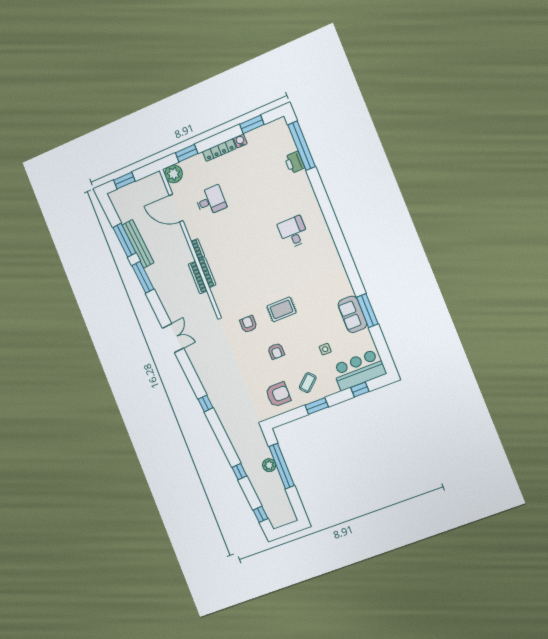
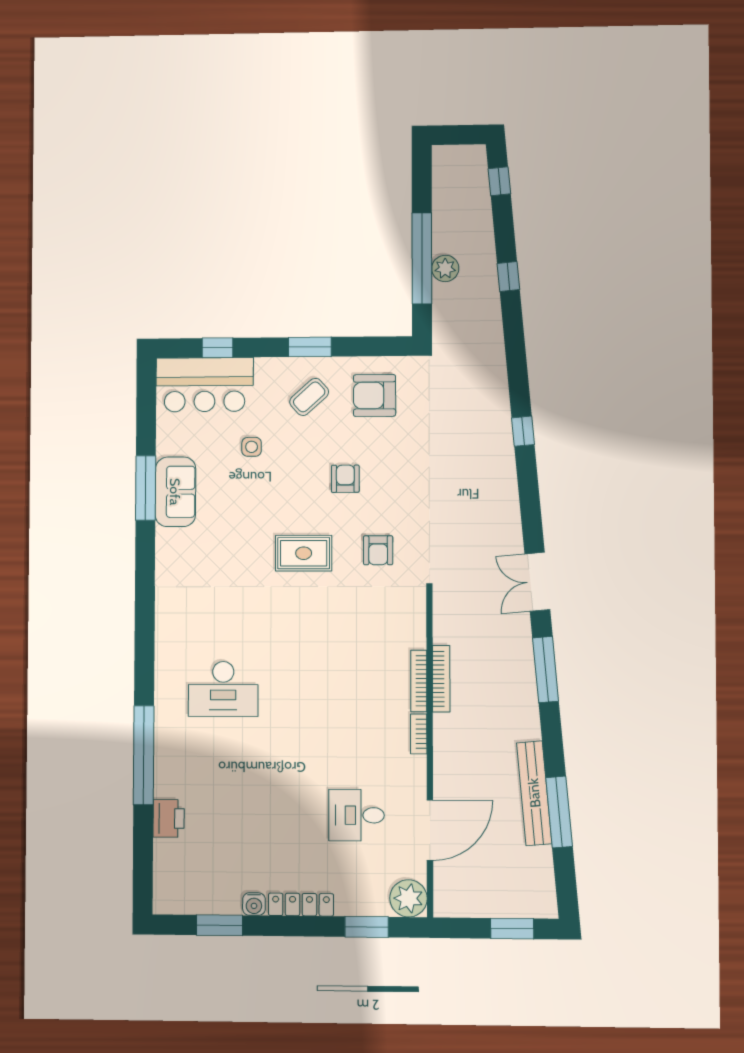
window: (302, 146) -> (144, 755), moved
door: (176, 208) -> (430, 830), hinge flipped
desk: (293, 232) -> (223, 689), width x1.37
window: (143, 277) -> (546, 670), moved

